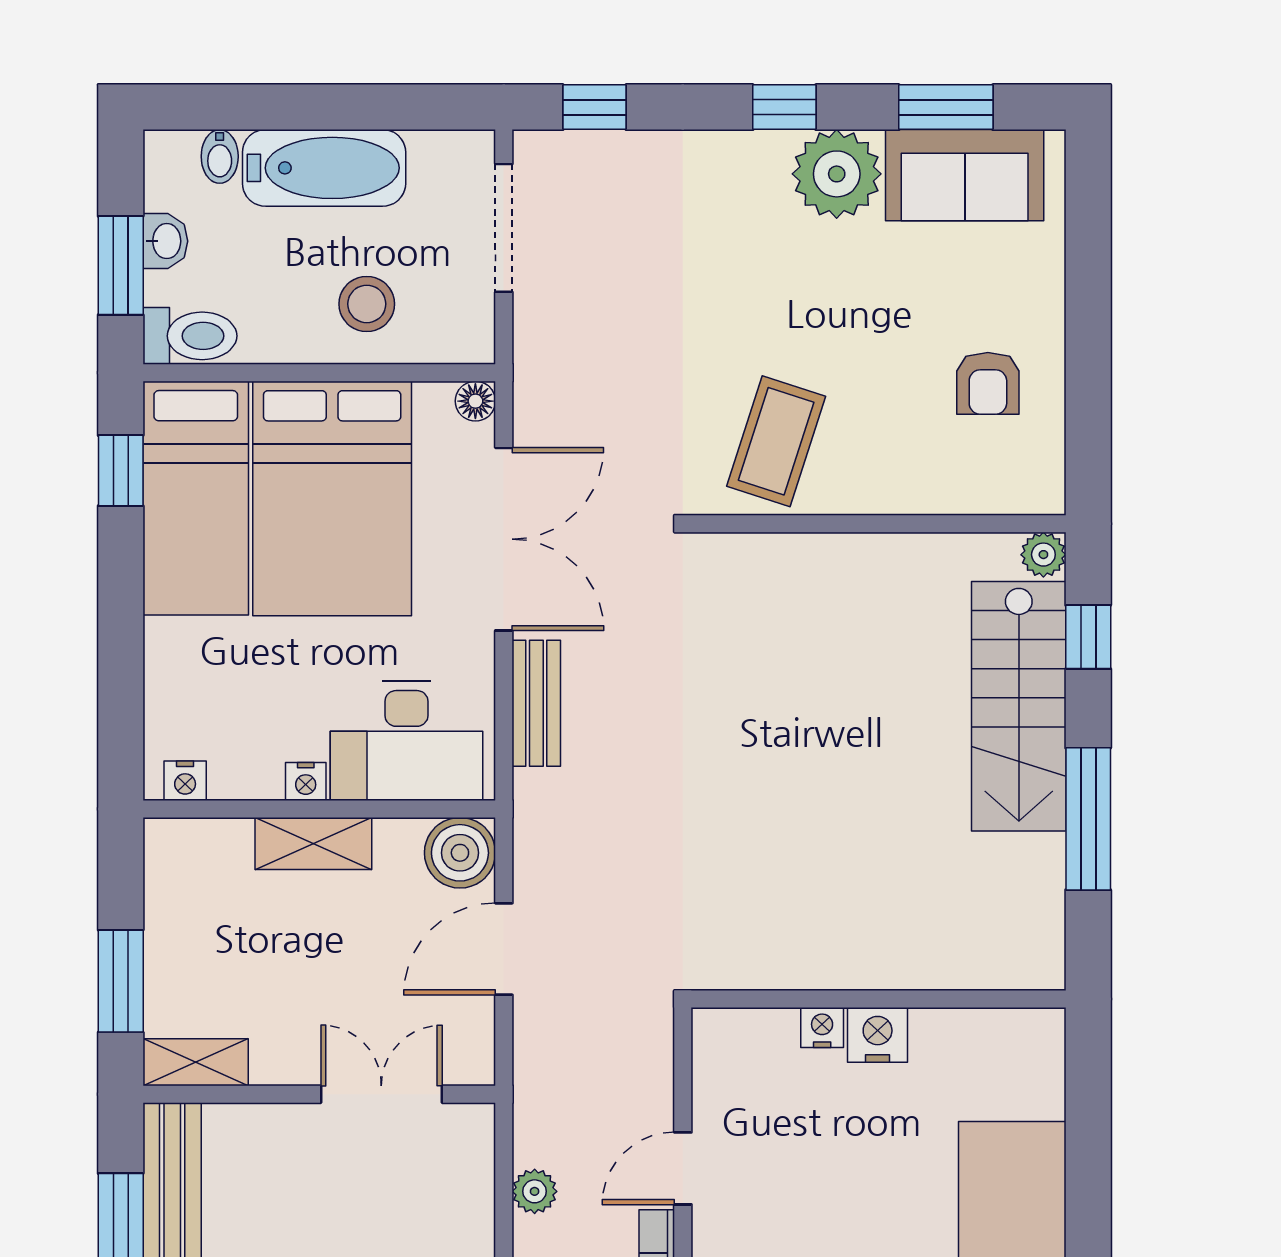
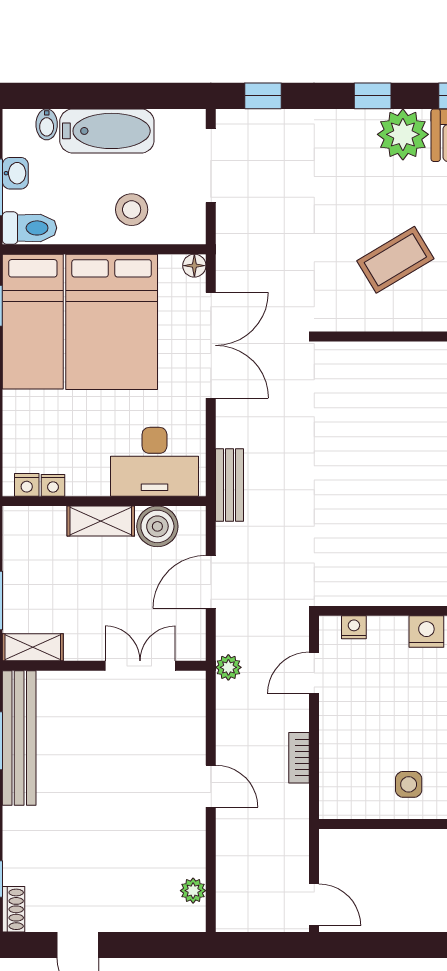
coffee table: (776, 441) -> (395, 260), moved, turned 41
bench: (536, 703) -> (229, 485), moved
nightstand: (306, 782) -> (53, 485), moved
boiler: (460, 853) -> (157, 526), moved
nightstand: (822, 1027) -> (354, 627), moved
door: (683, 1168) -> (314, 673), moved
plant: (535, 1191) -> (228, 667), moved

